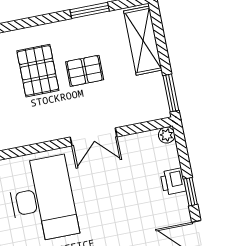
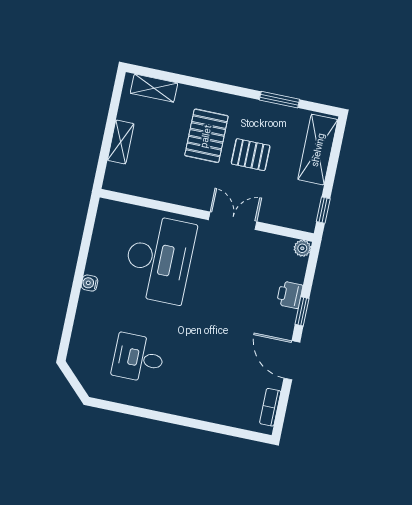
window: (171, 93) -> (323, 210), width x0.67
double door: (94, 137) -> (233, 221), swing flipped

